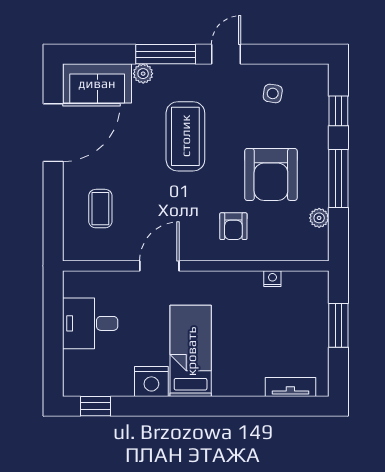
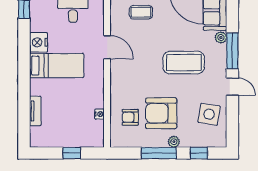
side table: (273, 93) -> (209, 114), width x1.87, depth x1.87
plant: (319, 218) -> (174, 142), moved
armchair: (233, 226) -> (130, 117), moved
window: (338, 325) -> (72, 153), width x0.67
tv unit: (290, 387) -> (35, 111), moved

